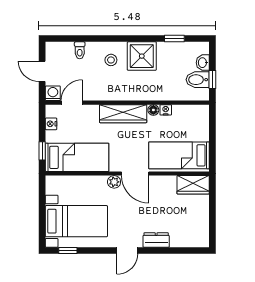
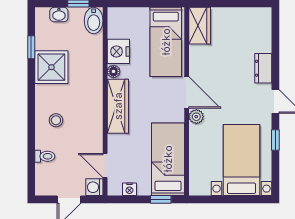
shower: (142, 56) -> (51, 67), moved
bidet: (198, 80) -> (94, 21), moved
nightstand: (166, 110) -> (118, 51), width x1.89, depth x1.79
door: (135, 174) -> (187, 93), hinge flipped
window: (68, 251) -> (275, 140), moved

